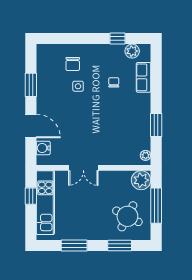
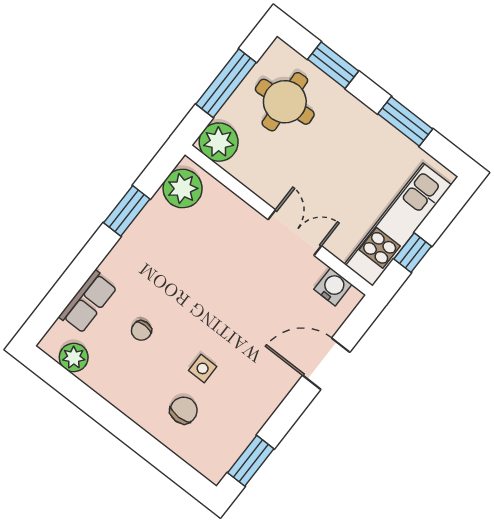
window: (118, 38) -> (81, 395), removed
window: (31, 85) -> (251, 461), moved
door: (31, 126) -> (326, 364), hinge flipped
water cooler: (43, 148) -> (333, 287), moved, turned -90
plant: (146, 155) -> (183, 188), width x1.87, depth x1.87
round table: (127, 216) -> (285, 102), turned -31

